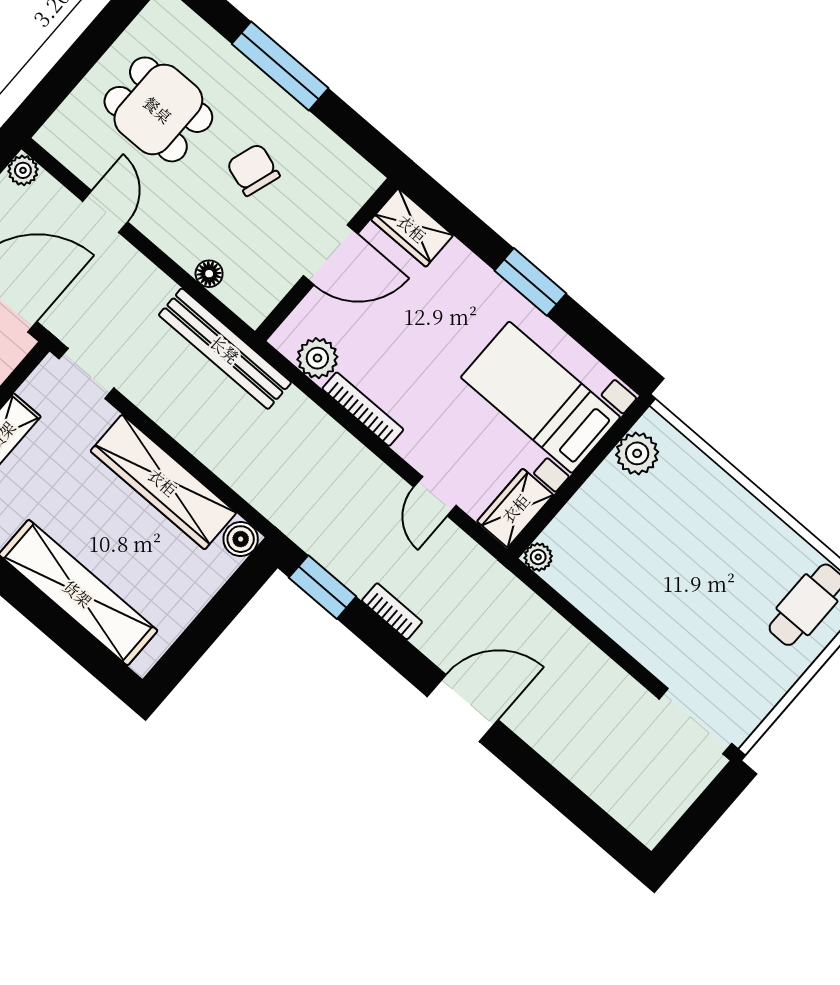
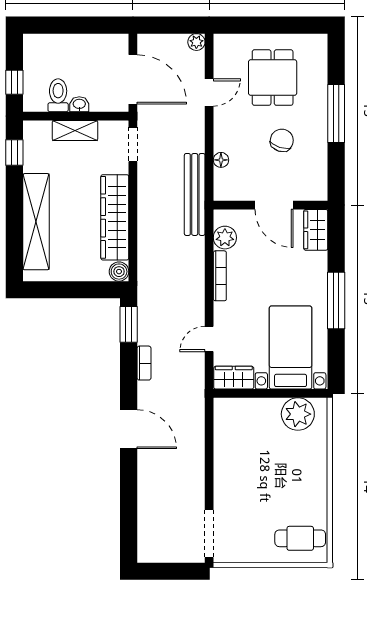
window: (530, 282) -> (336, 301), width x1.44
plant: (637, 453) -> (298, 414), width x1.36, depth x1.36
plant: (538, 557) -> (221, 406), removed

